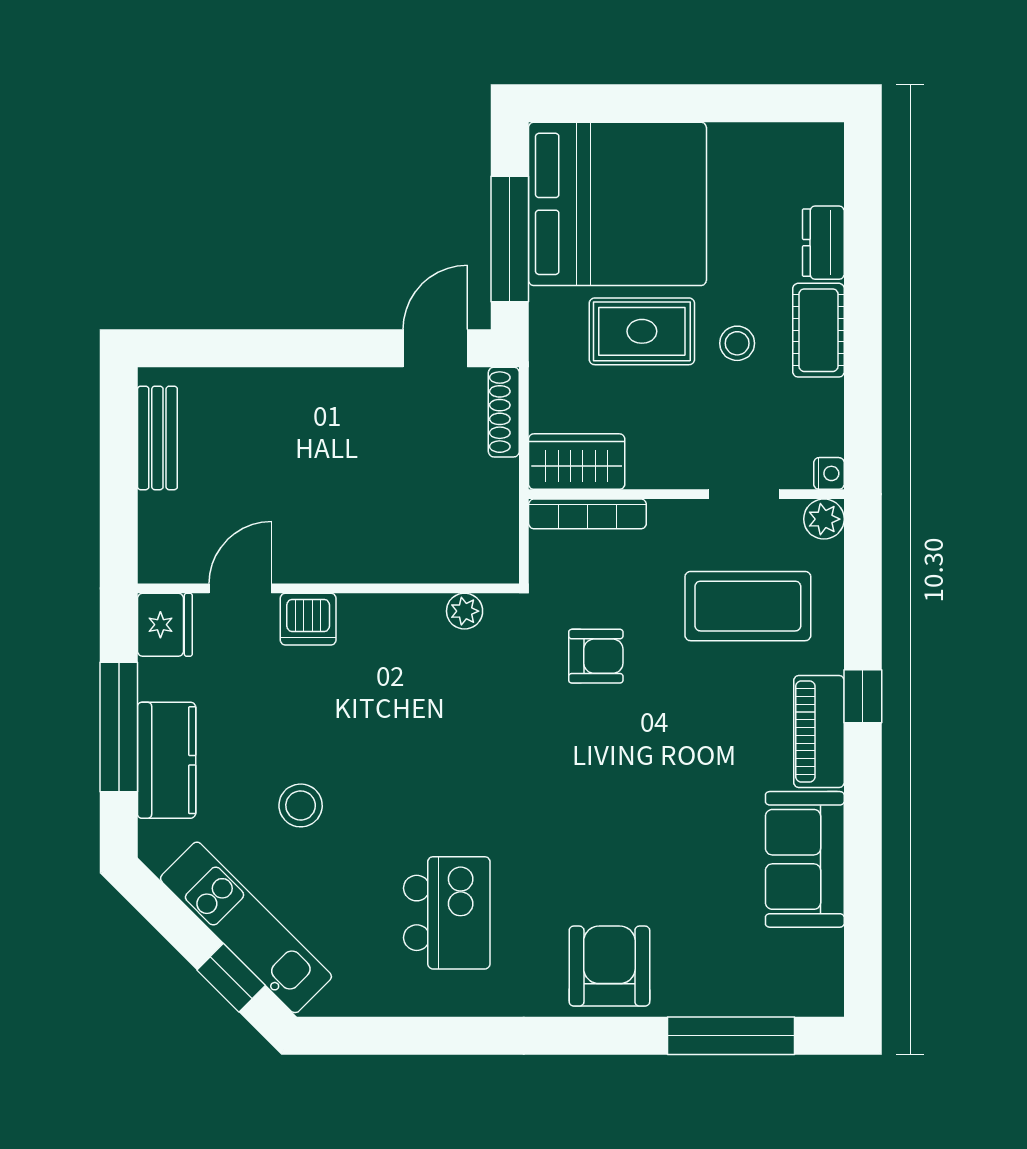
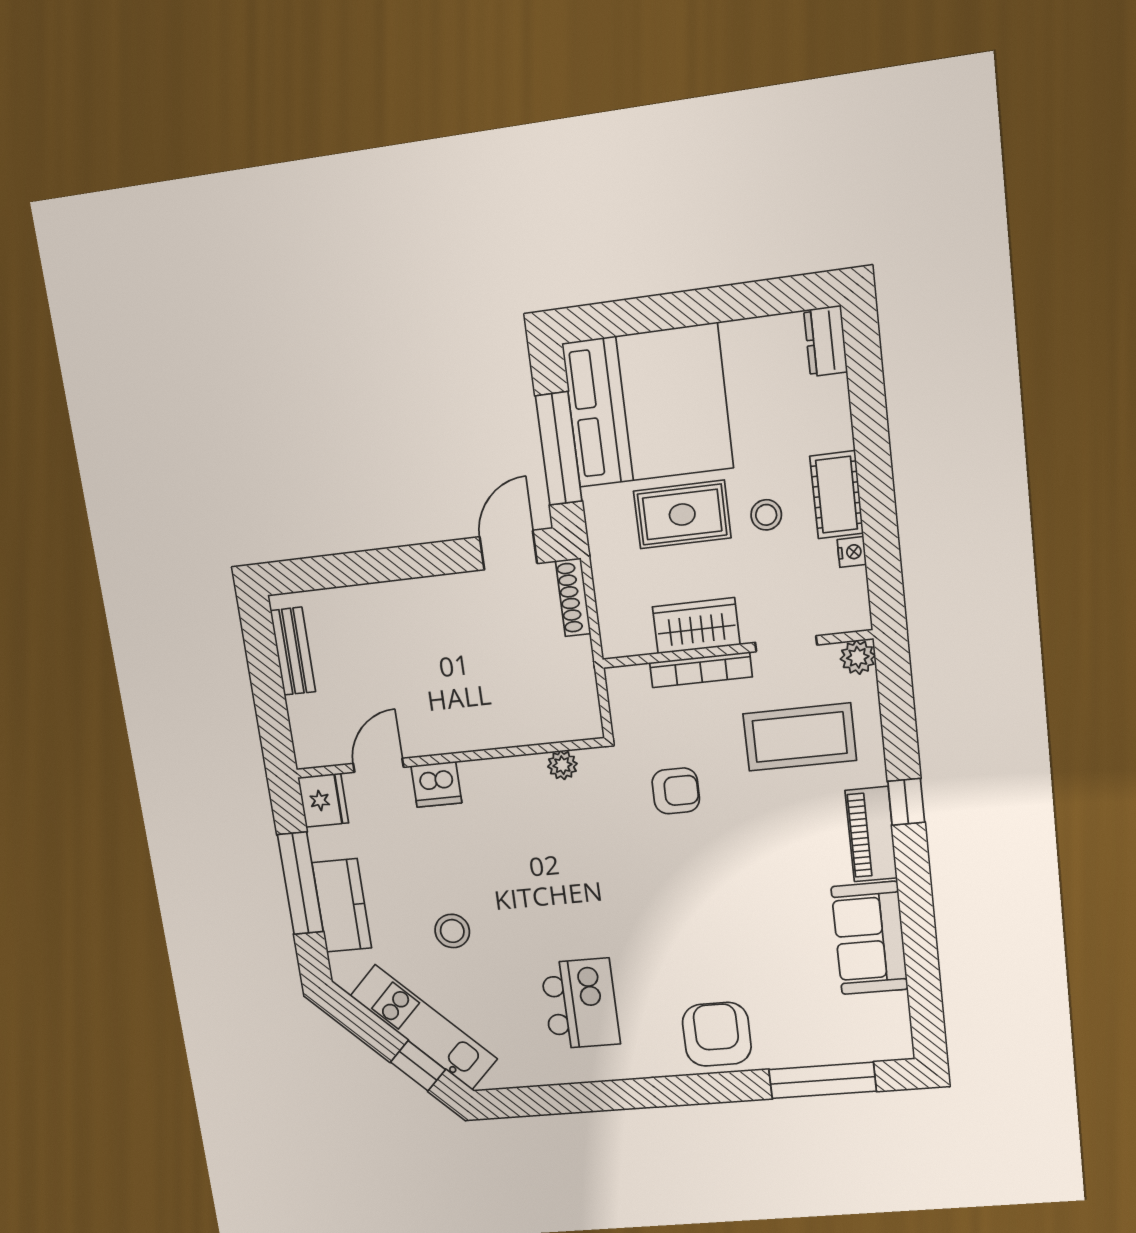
dresser: (823, 243) -> (826, 341), moved
wardrobe: (577, 462) -> (696, 626), moved
nightstand: (829, 473) -> (852, 552), moved
bookcase: (587, 514) -> (701, 670), moved

